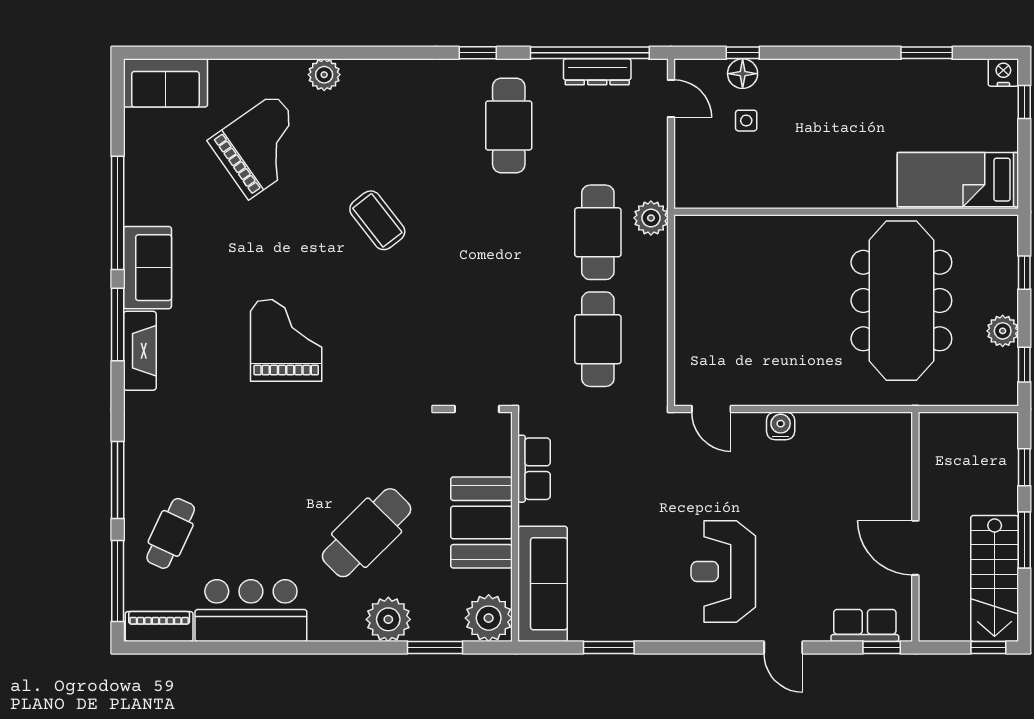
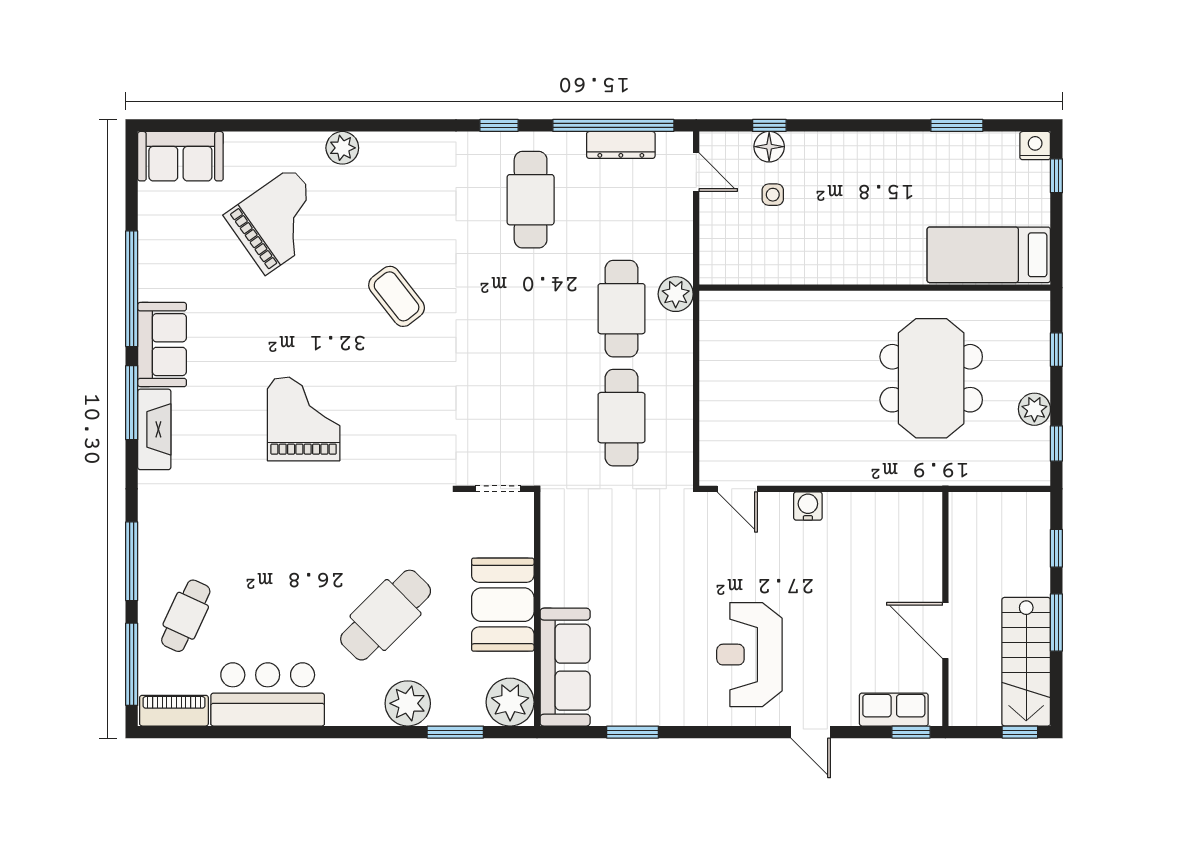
meeting table: (901, 301) -> (931, 378), width x0.73
row of seats: (534, 469) -> (556, 550), removed

